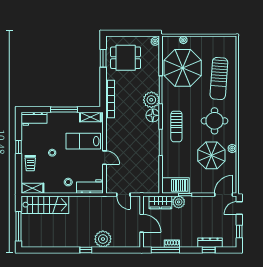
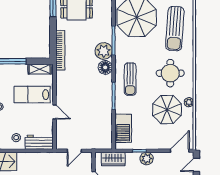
barbecue: (176, 185) -> (123, 128), moved, turned 90
door: (123, 195) -> (74, 151), hinge flipped
plant: (179, 202) -> (147, 159), moved

